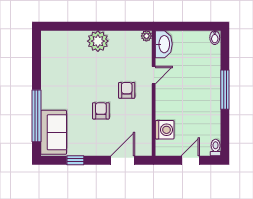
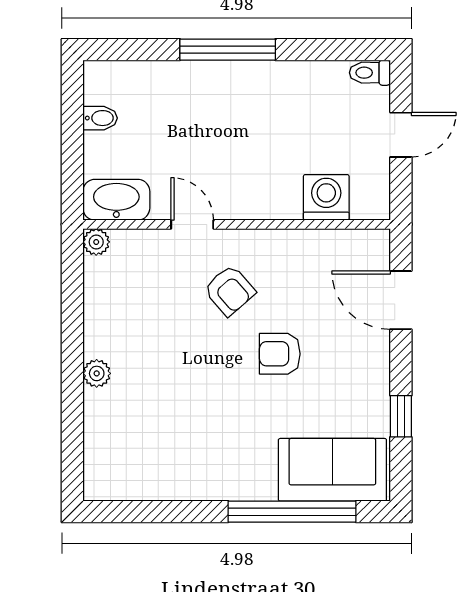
bidet: (215, 38) -> (100, 118), moved
plant: (98, 41) -> (97, 373), width x0.53, depth x0.53
armchair: (127, 90) -> (230, 290), turned -131
door: (190, 160) -> (401, 135), swing flipped

